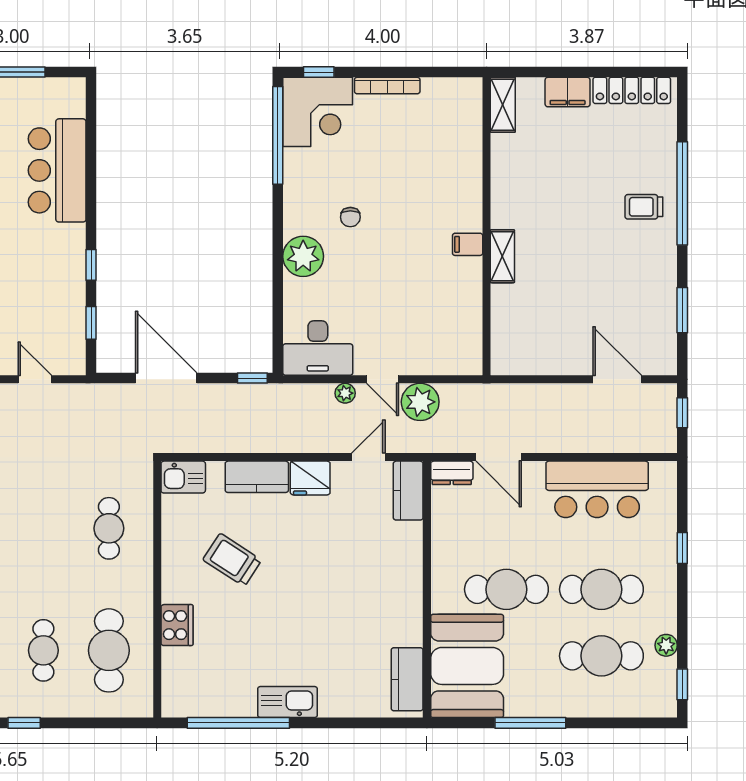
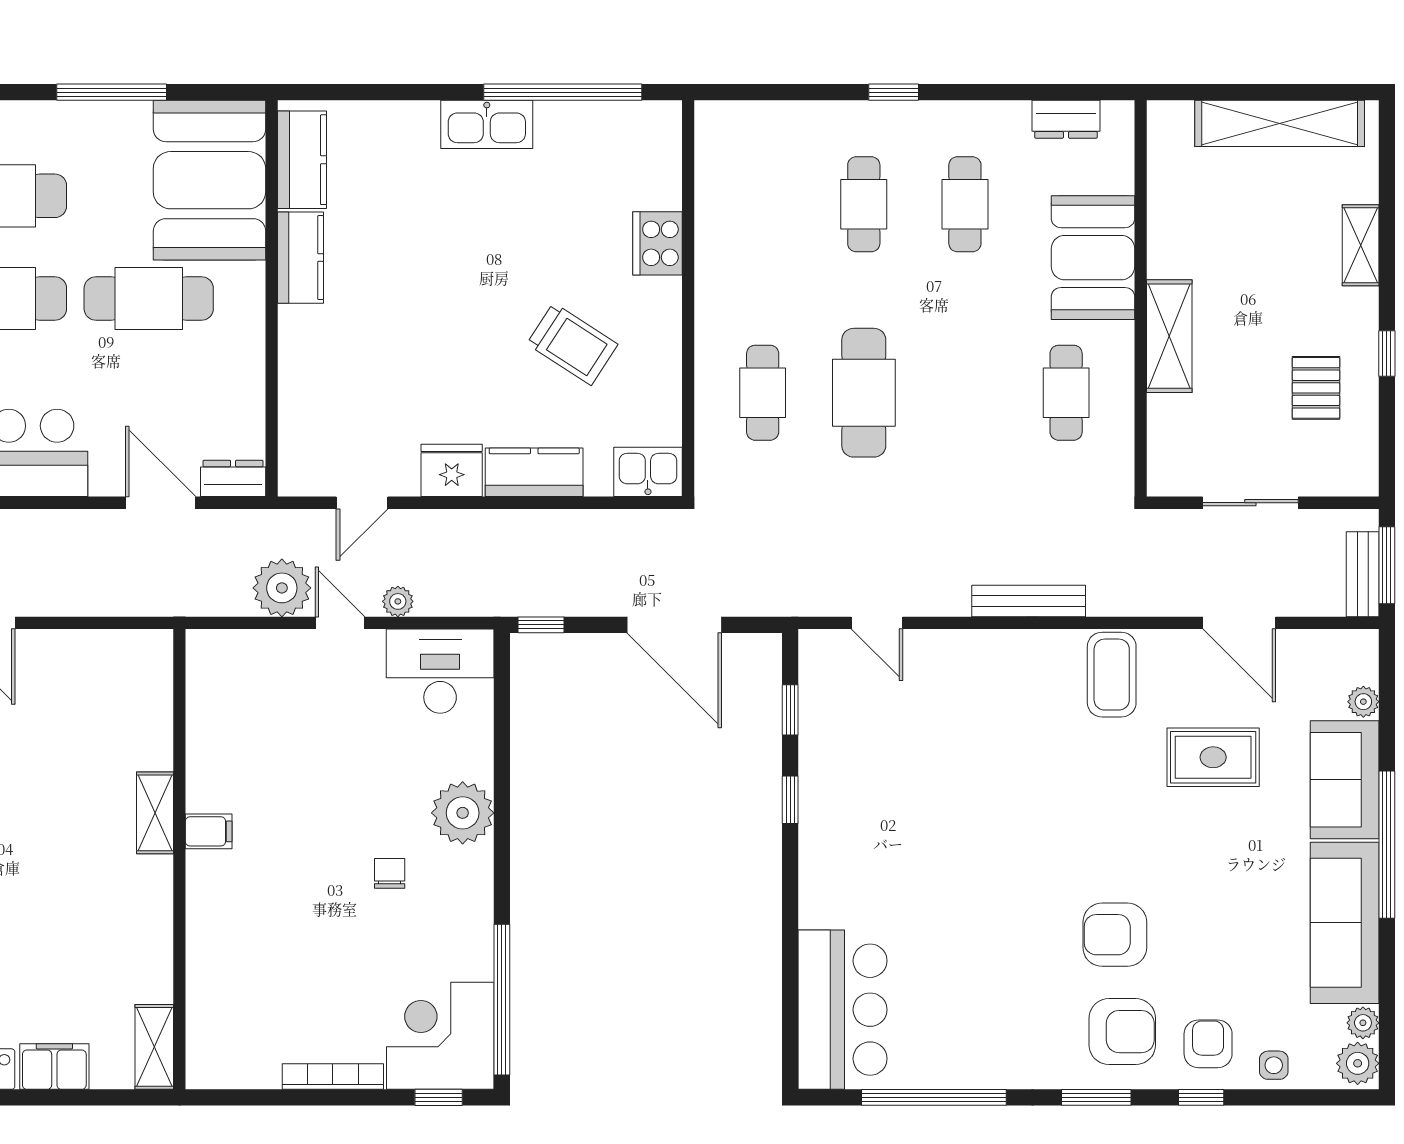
bar counter: (57, 170) -> (843, 1010), moved
kitchen counter: (408, 491) -> (300, 258), moved
cafe table: (109, 650) -> (864, 393), moved

